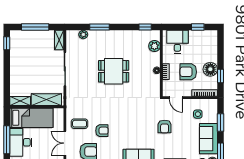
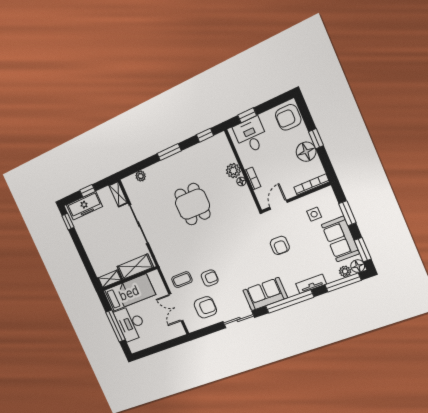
window: (35, 27) -> (87, 191), width x0.46
window: (100, 27) -> (169, 152), moved
window: (198, 27) -> (247, 115), moved
freezer: (27, 37) -> (84, 206), added
plant: (154, 46) -> (233, 171), moved
dining table: (114, 71) -> (192, 204), turned 90
armchair: (188, 72) -> (288, 117), moved
window: (220, 76) -> (316, 139), moved
door: (176, 98) -> (278, 205), swing flipped

